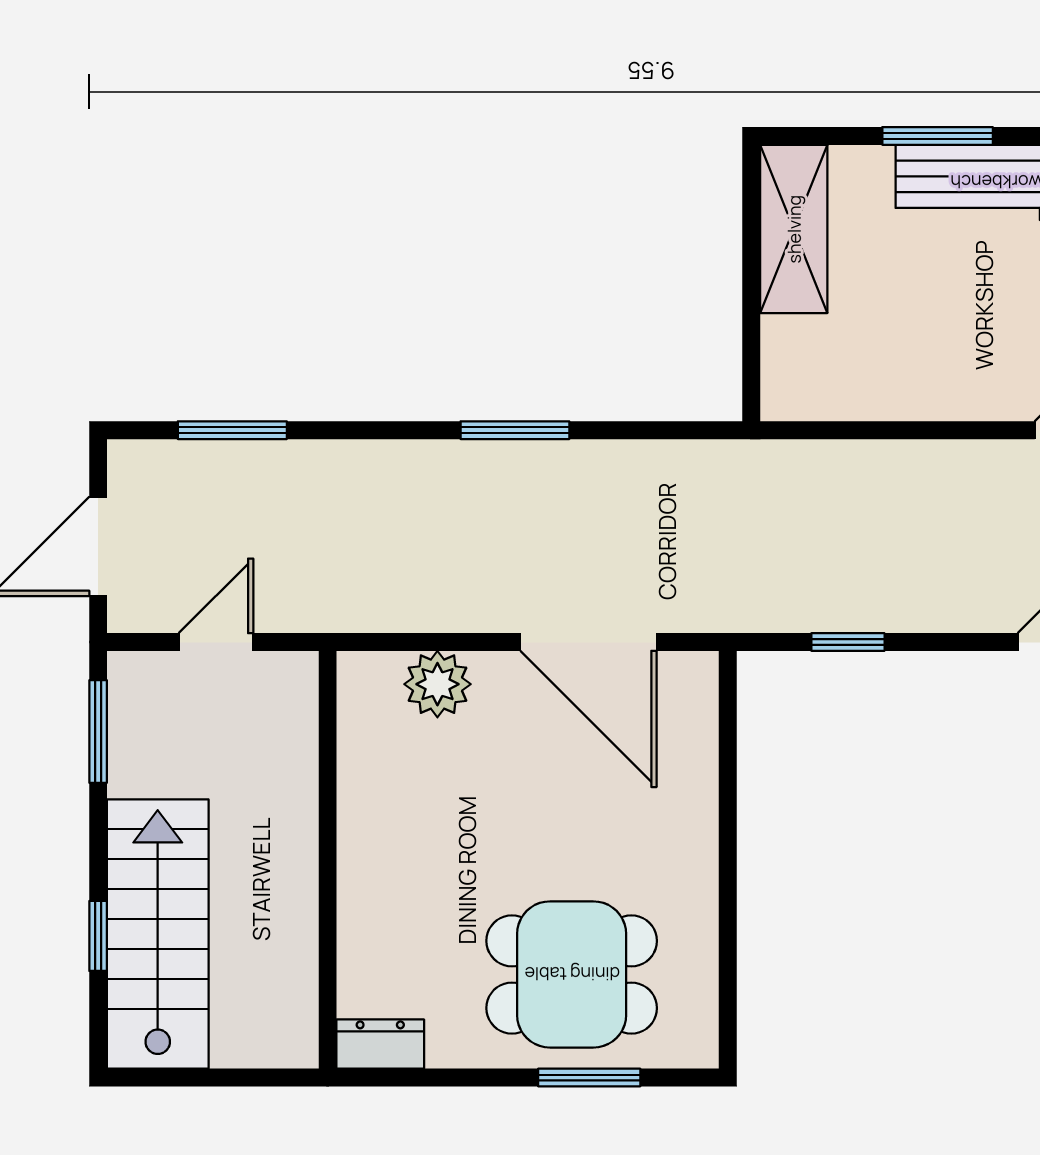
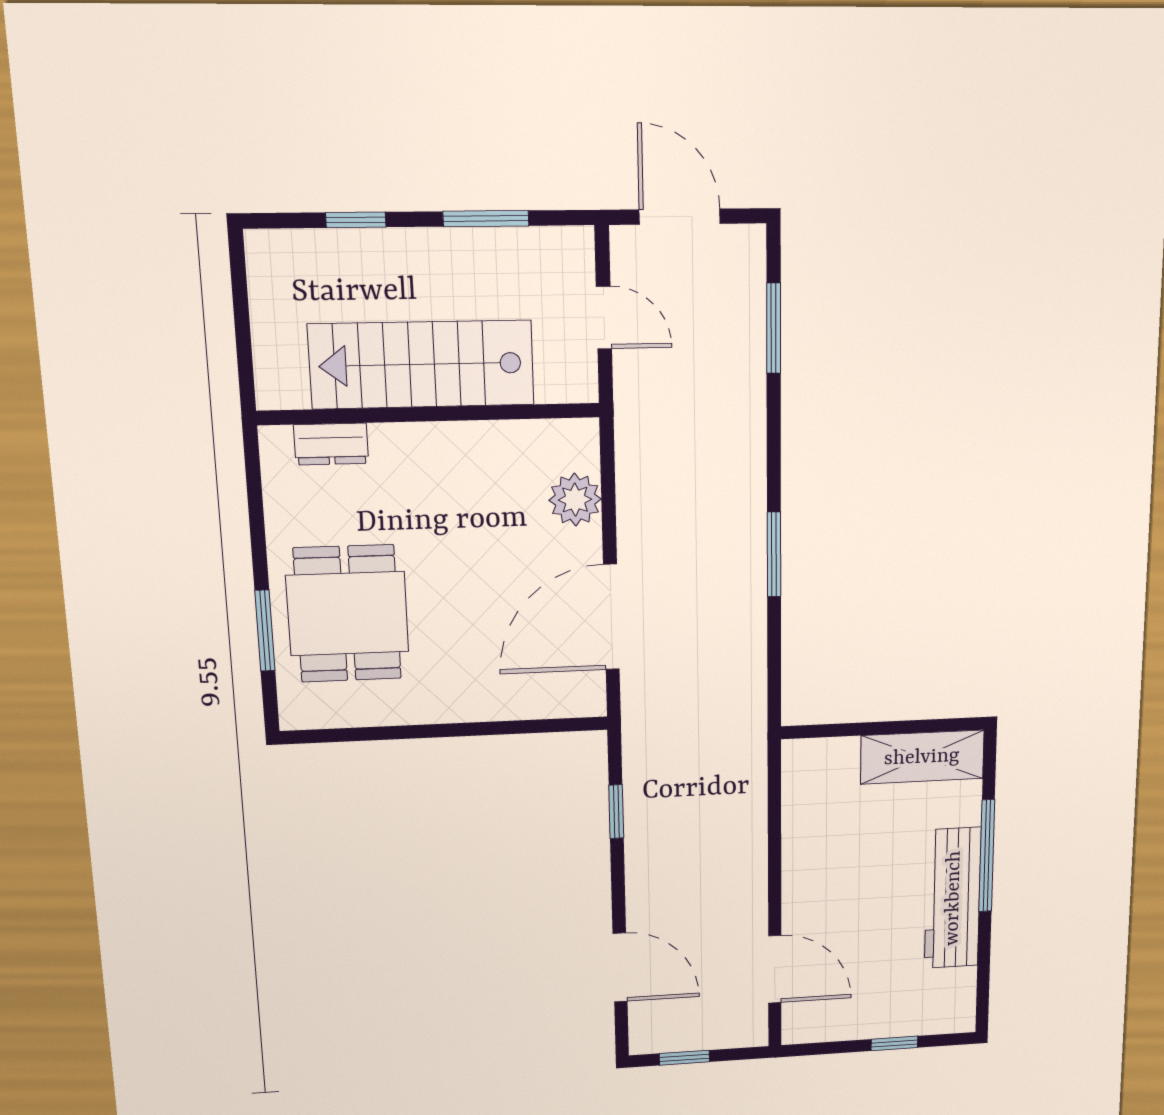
window: (938, 136) -> (987, 856), width x1.44
window: (98, 731) -> (486, 219), moved
stairs: (158, 934) -> (422, 364), moved, turned 180
dresser: (380, 1044) -> (331, 444), moved, turned 90

